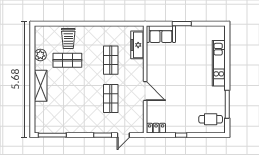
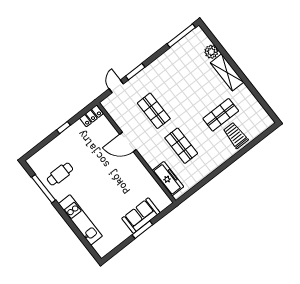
sofa: (161, 34) -> (141, 216), moved
plant: (40, 55) -> (211, 52), moved
cafe table: (211, 119) -> (60, 174), moved

